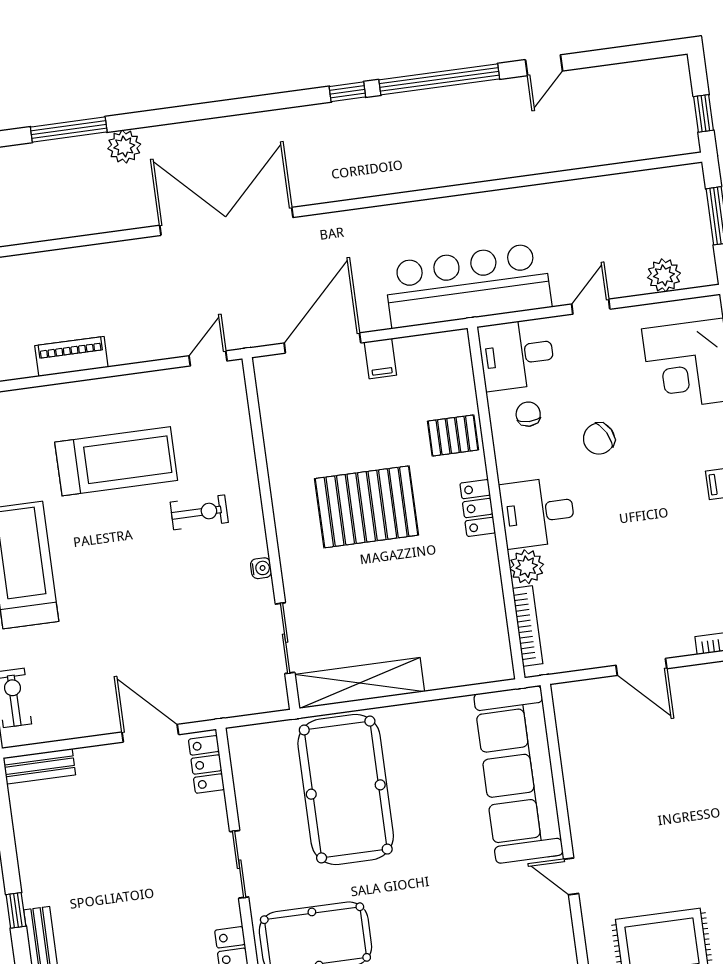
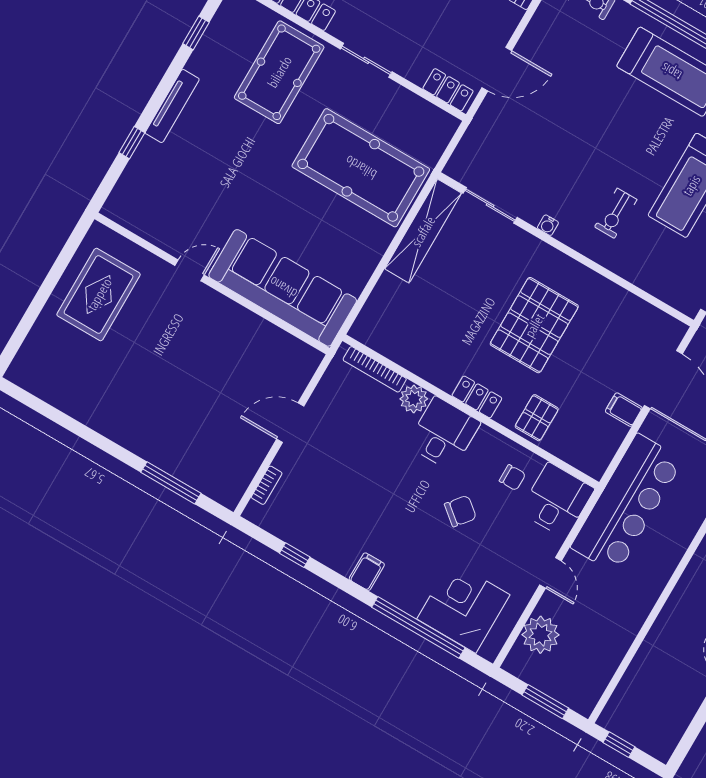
plant: (664, 275) -> (541, 635), width x1.36, depth x1.36
chair: (599, 439) -> (460, 511), turned 67

